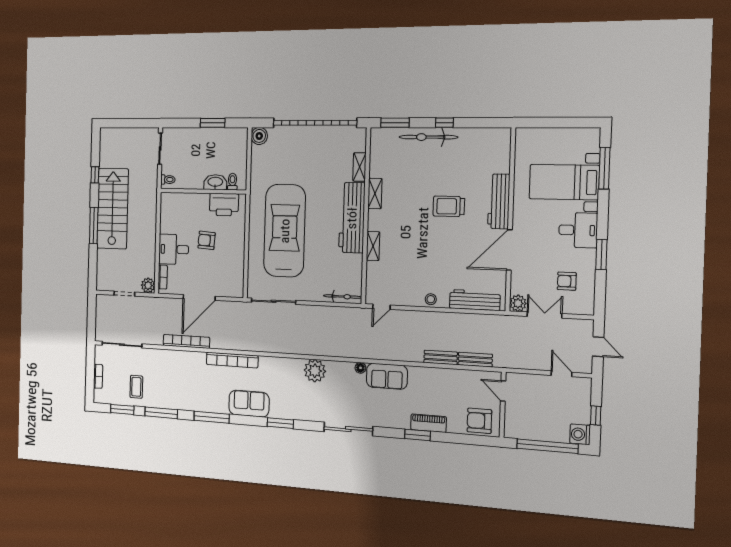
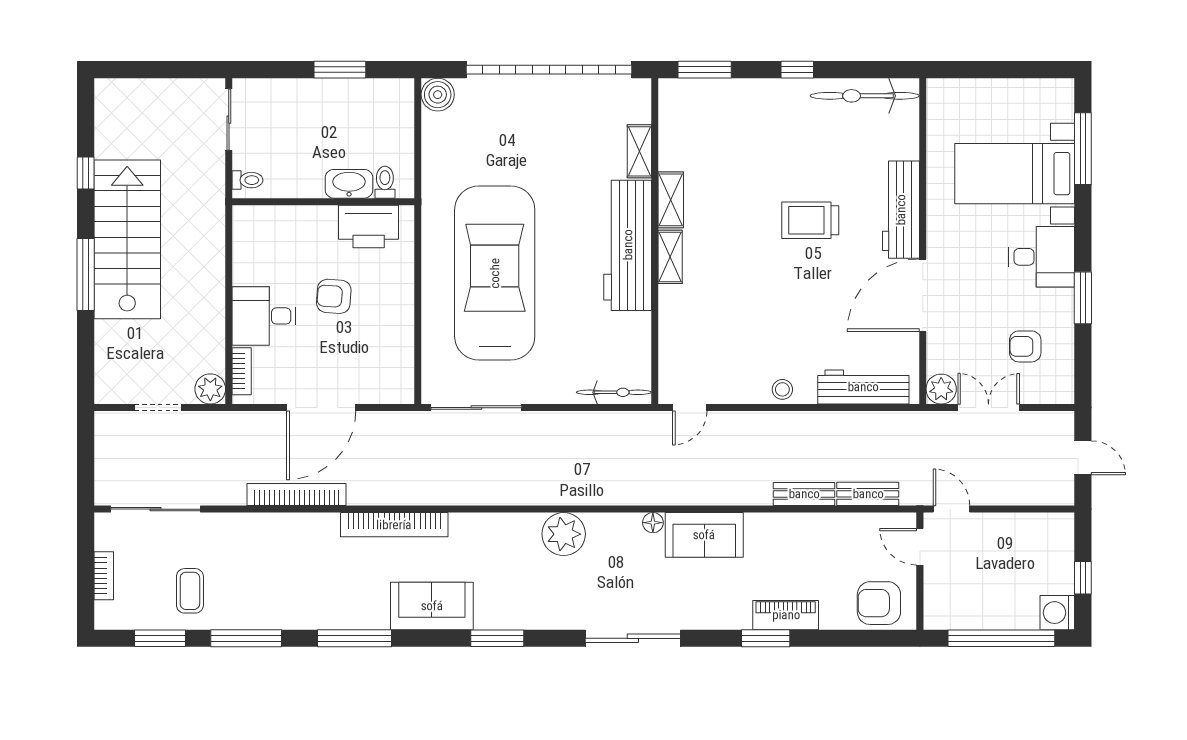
bicycle: (428, 137) -> (865, 96), moved
shelving: (373, 246) -> (670, 257), moved
door: (561, 374) -> (952, 509), moved

